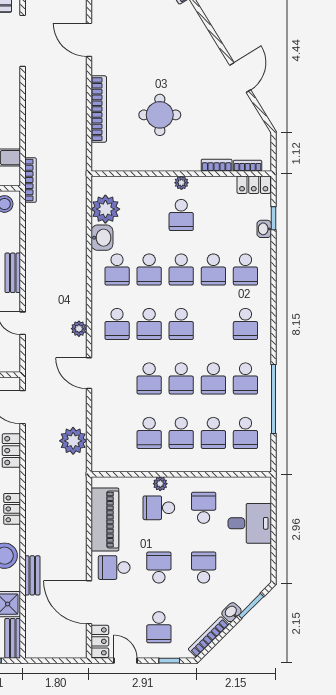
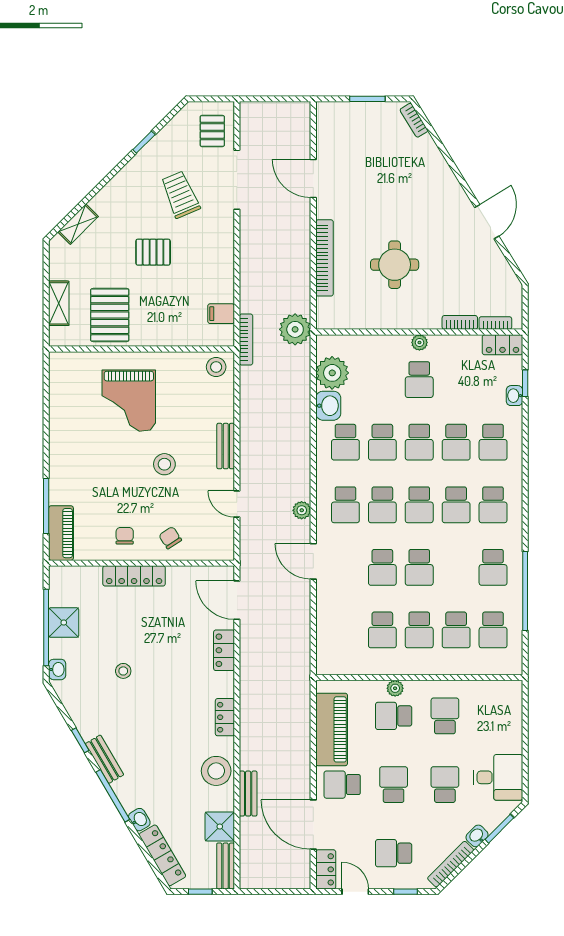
school desk: (213, 378) -> (456, 505), moved
plant: (73, 441) -> (295, 329), moved
desk: (250, 523) -> (498, 777), moved
school desk: (159, 627) -> (394, 853), turned 90

